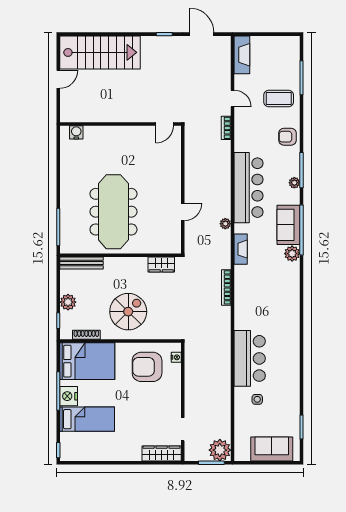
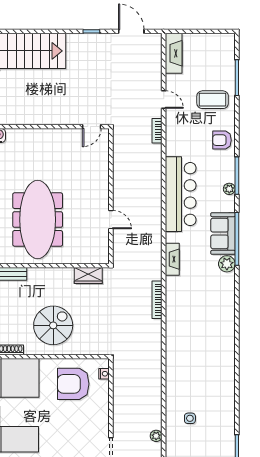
door: (183, 212) -> (111, 220), hinge flipped
plant: (225, 224) -> (156, 436), moved
bar counter: (250, 358) -> (182, 375), removed

